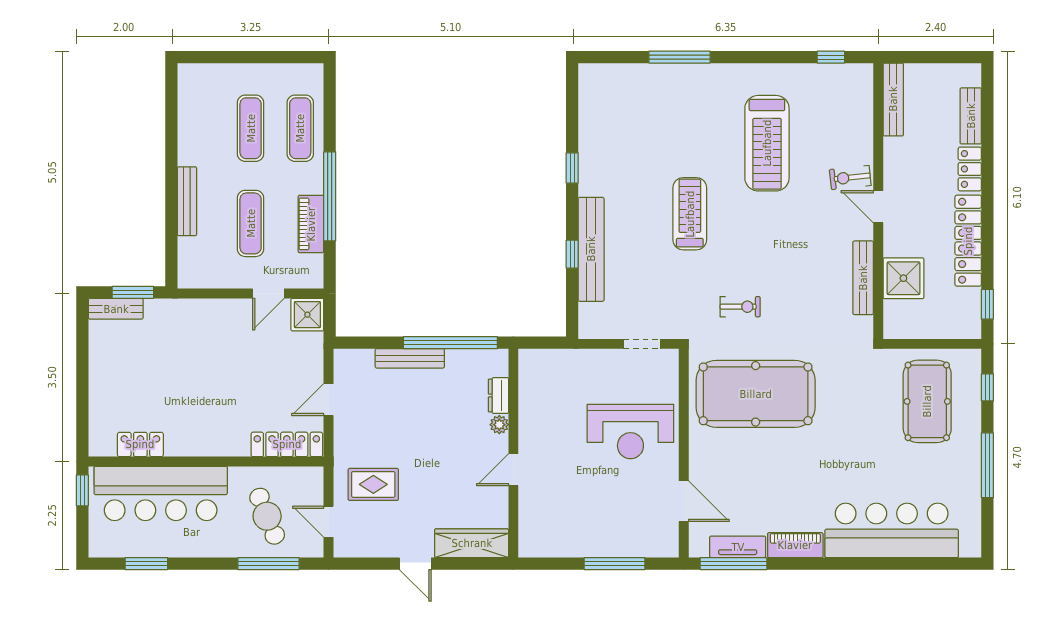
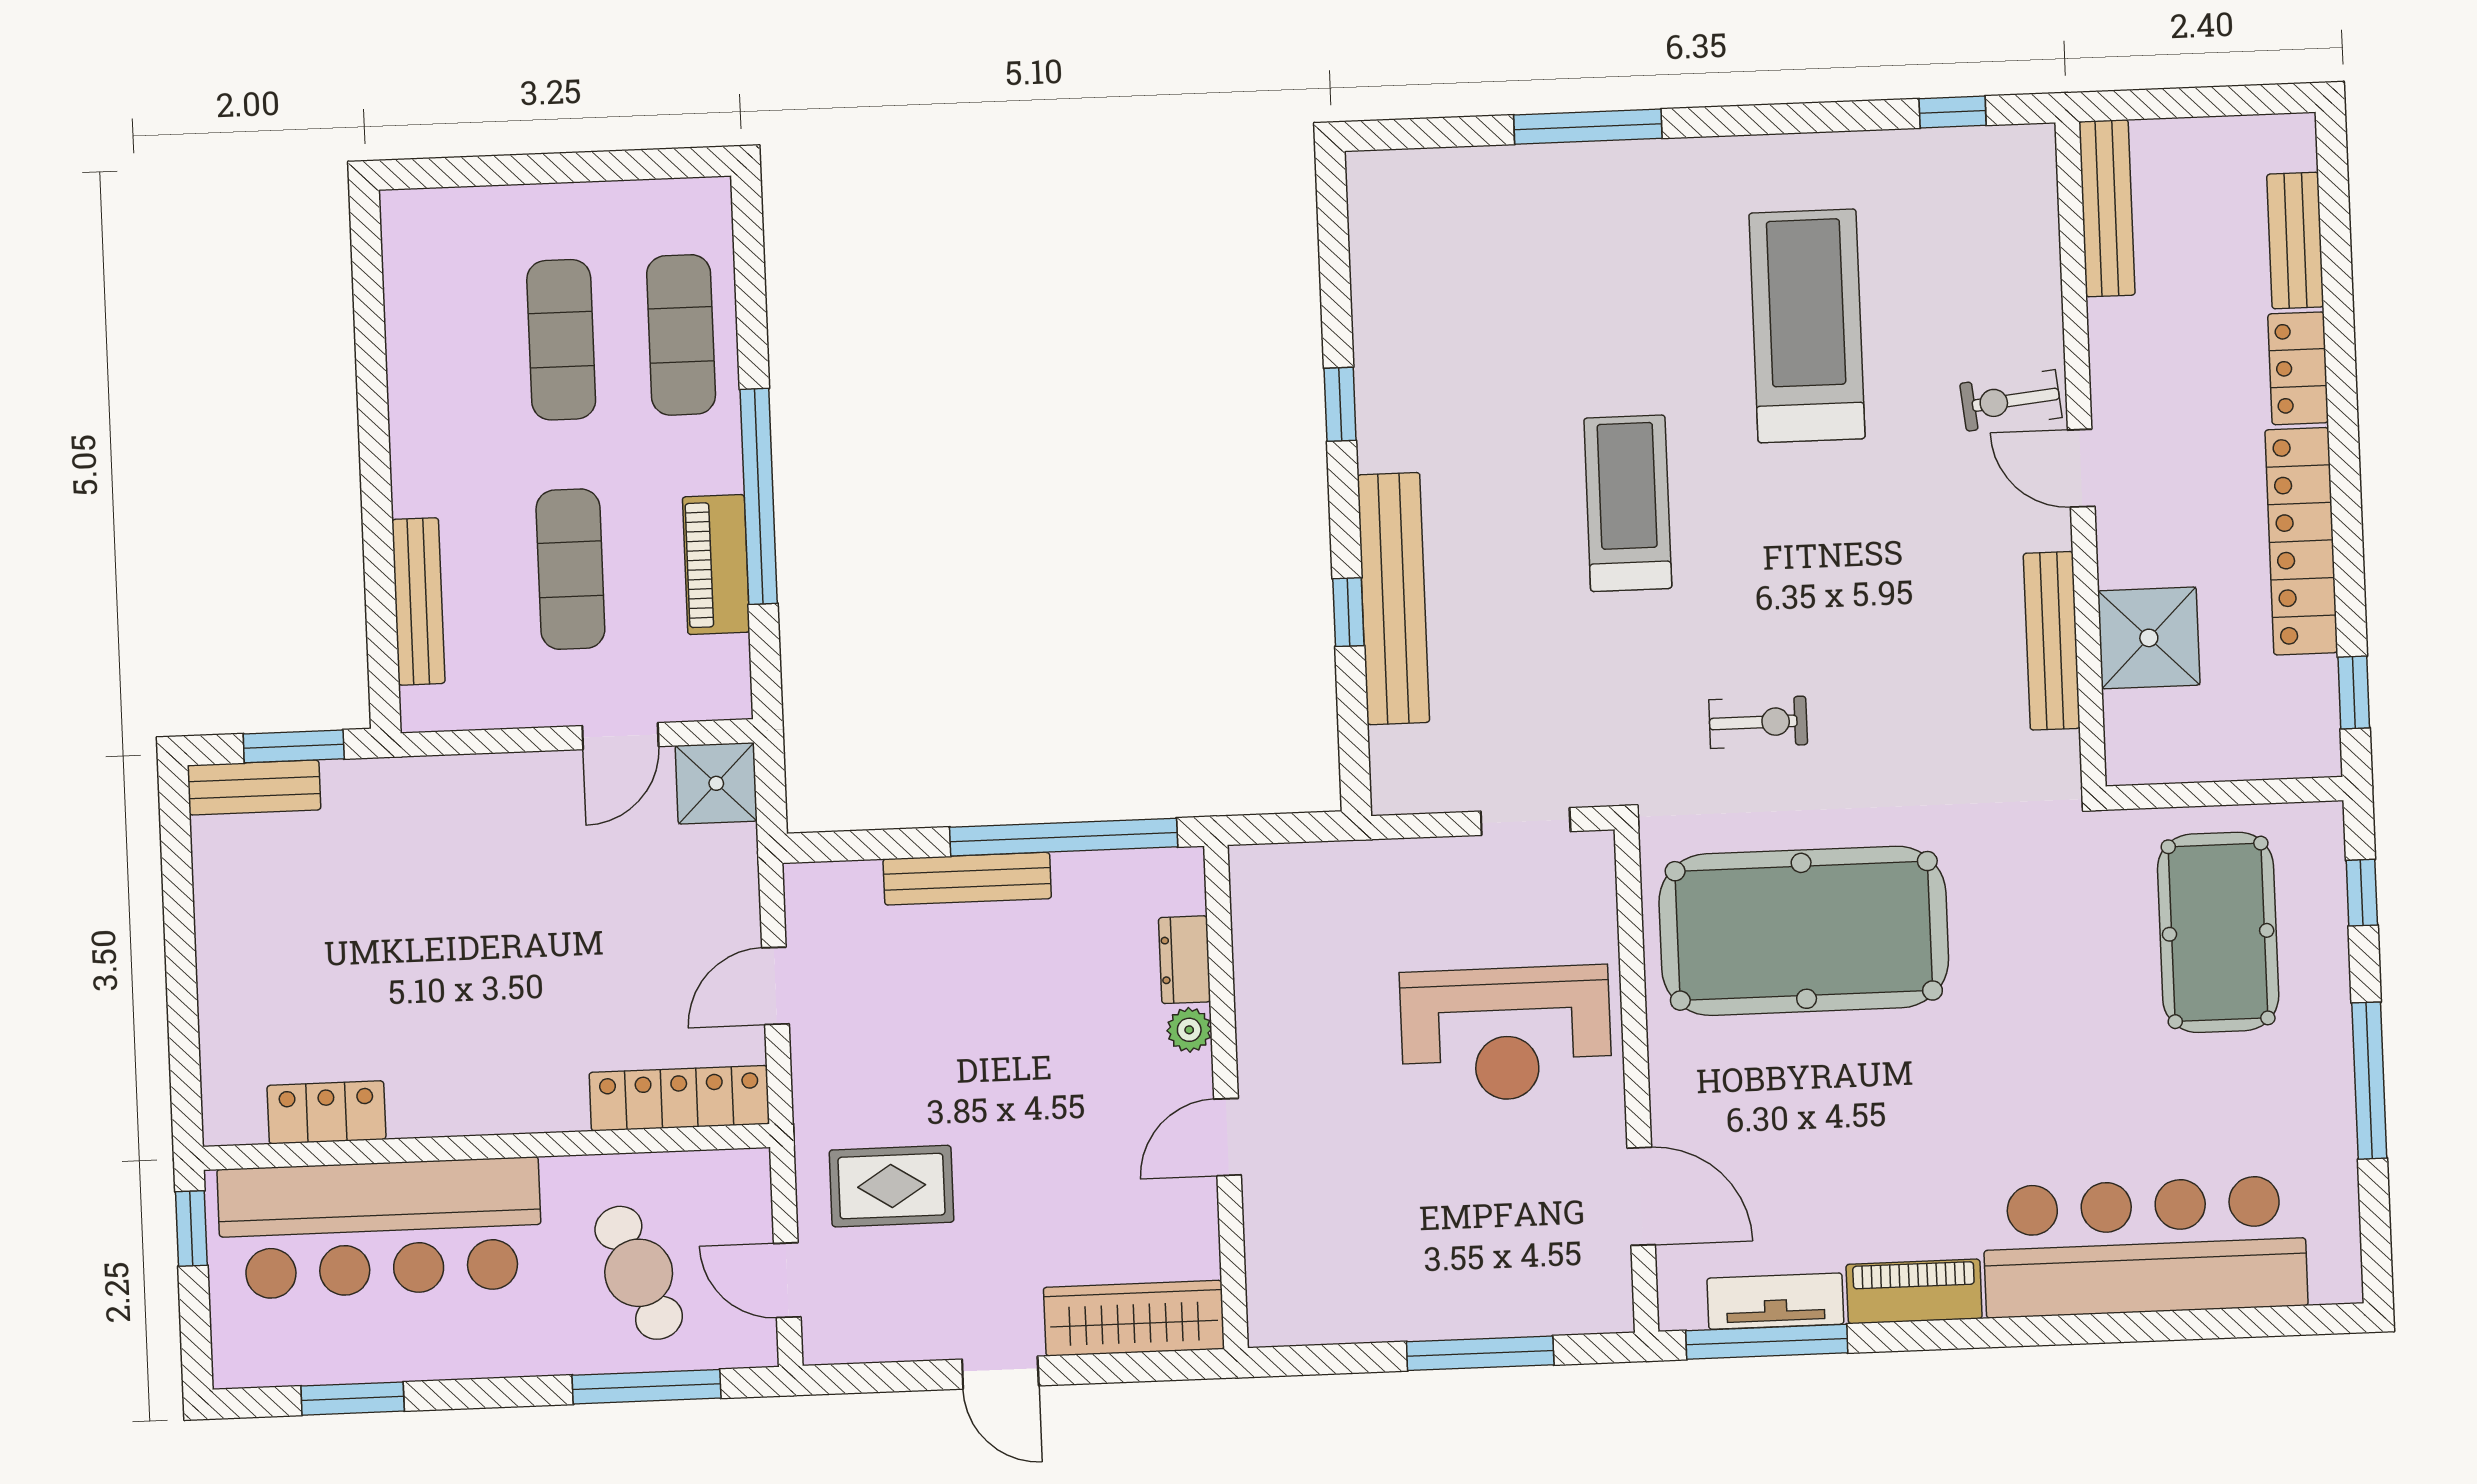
treadmill: (767, 143) -> (1807, 326), turned 180
bench: (187, 201) -> (418, 601), moved

